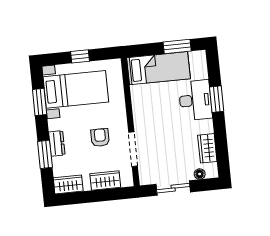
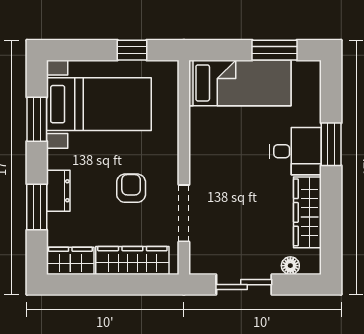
window: (80, 56) -> (132, 50), moved
desk: (195, 100) -> (295, 151), width x0.73
wardrobe: (207, 148) -> (307, 212), width x1.50
wardrobe: (105, 180) -> (132, 260), width x1.50

